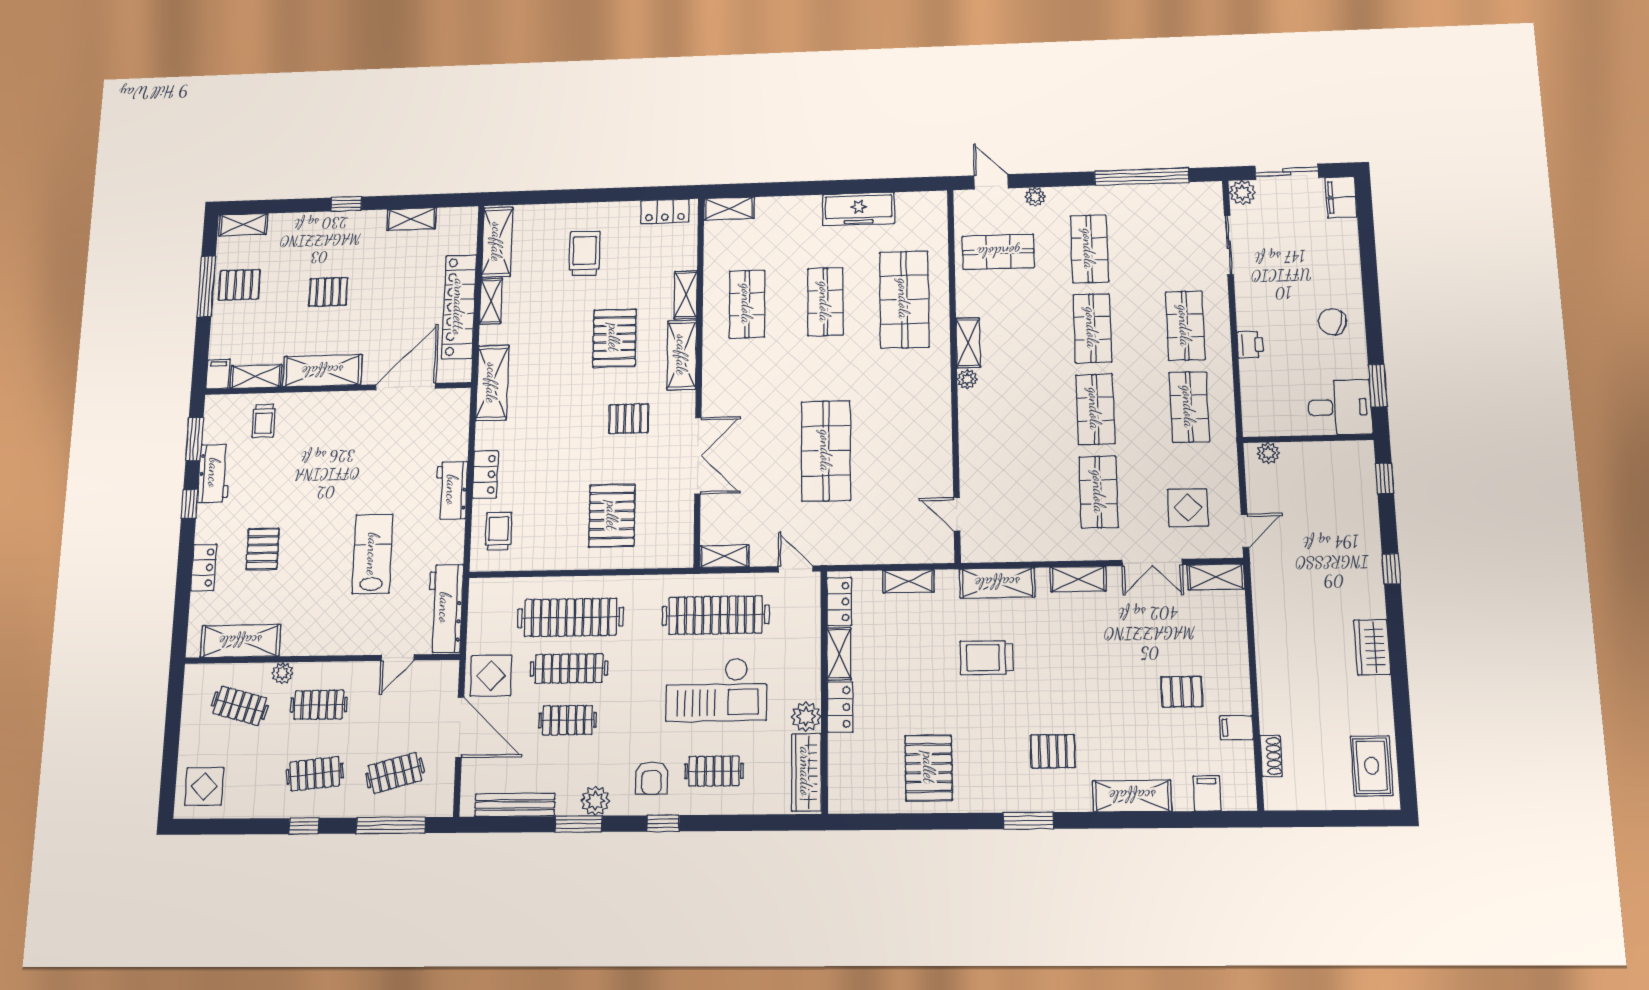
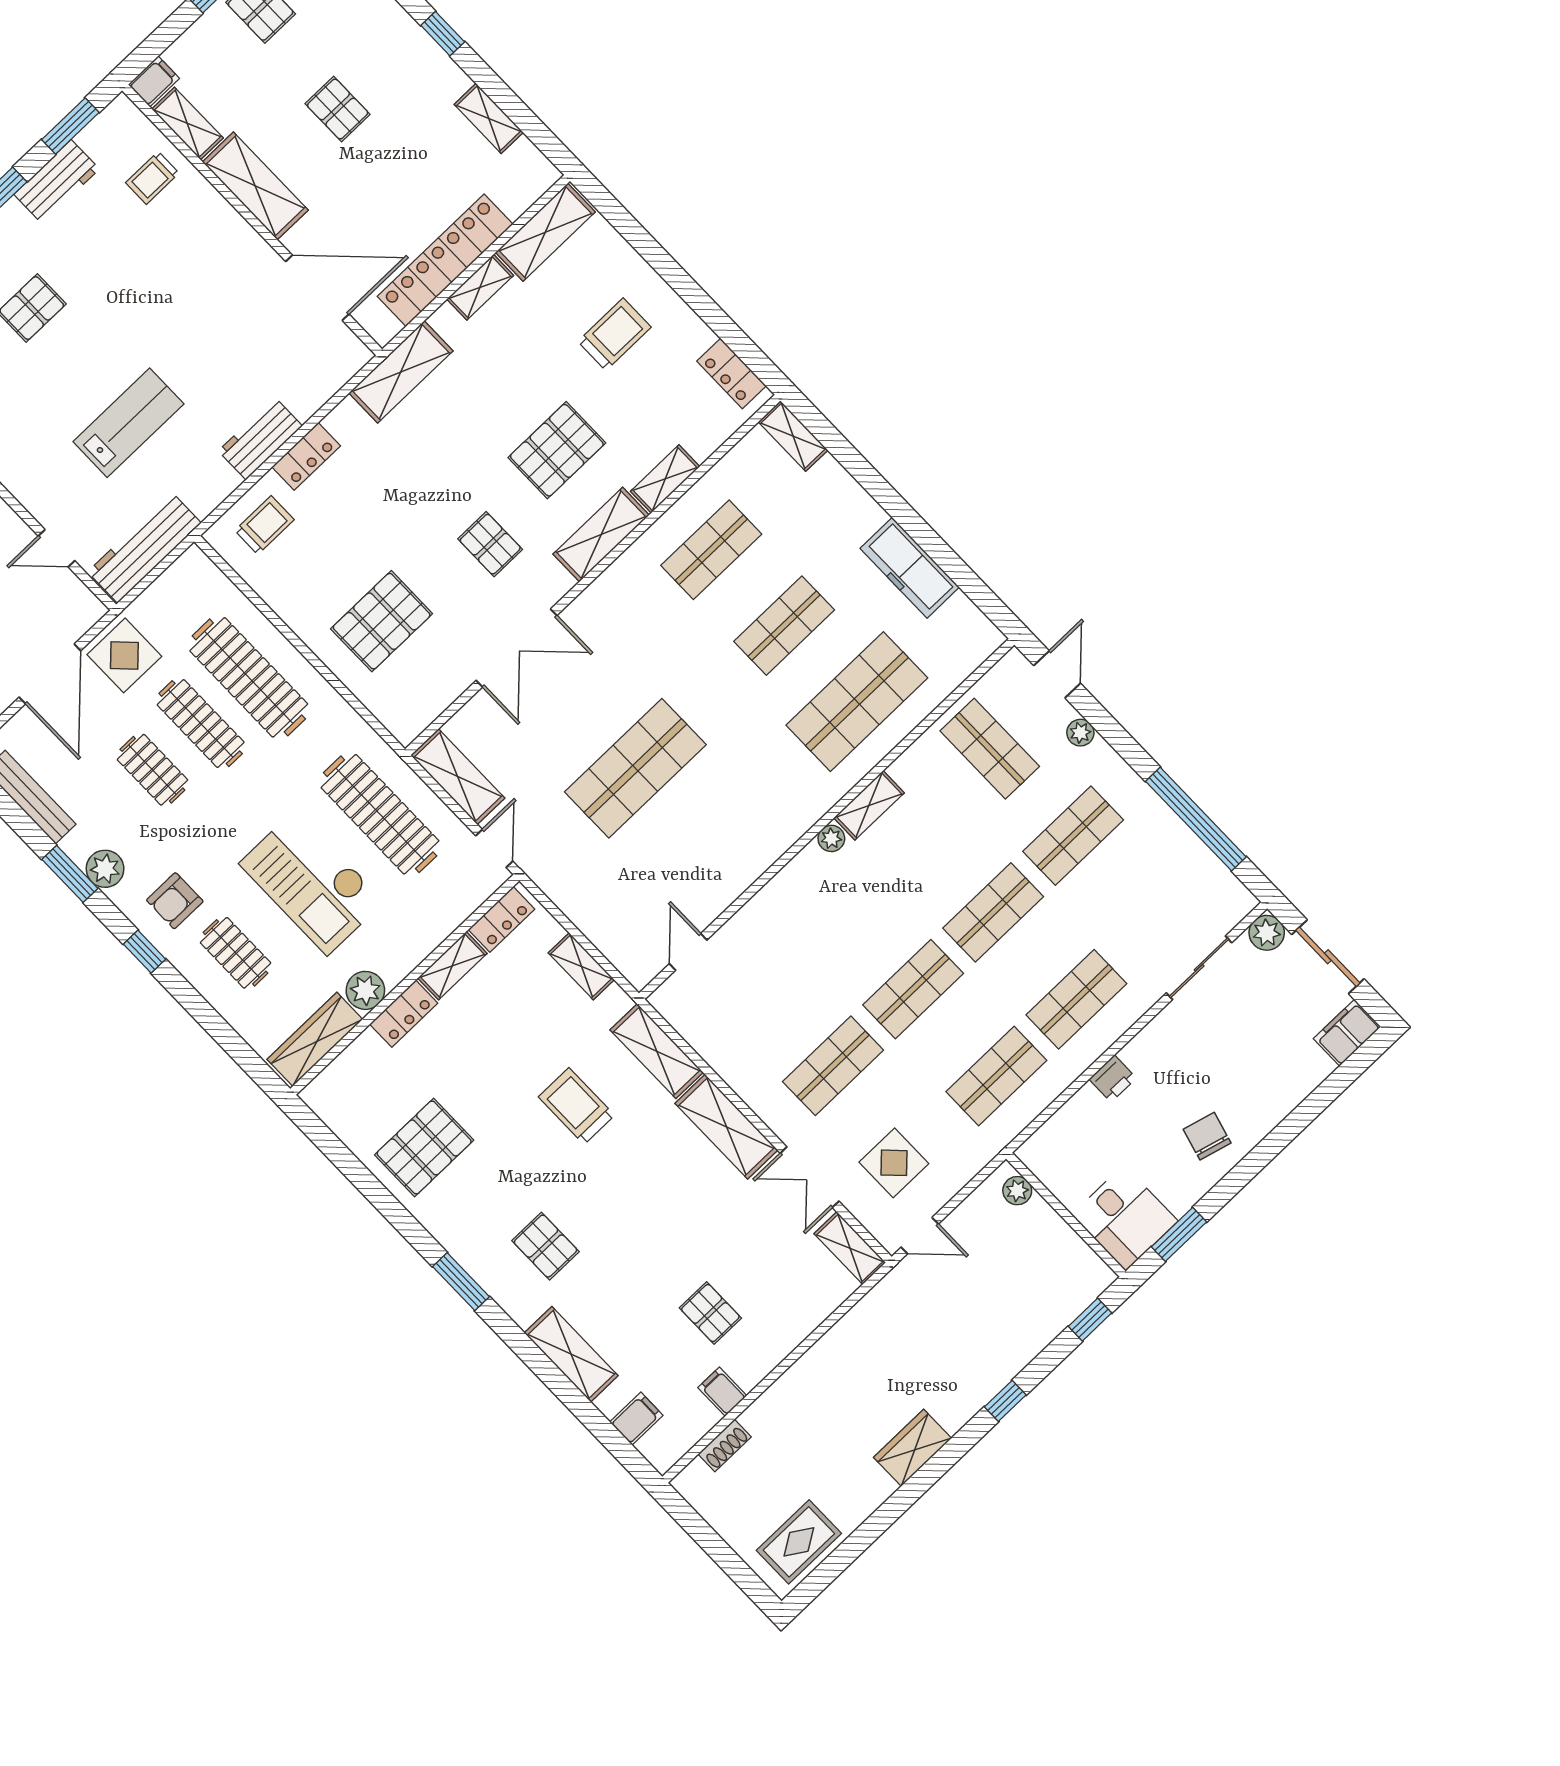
shelving: (724, 556) -> (458, 777), width x1.50, depth x1.33
shelving: (1078, 579) -> (726, 1127), width x1.50, depth x1.33

